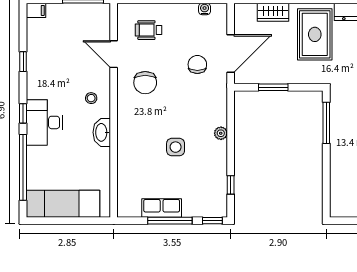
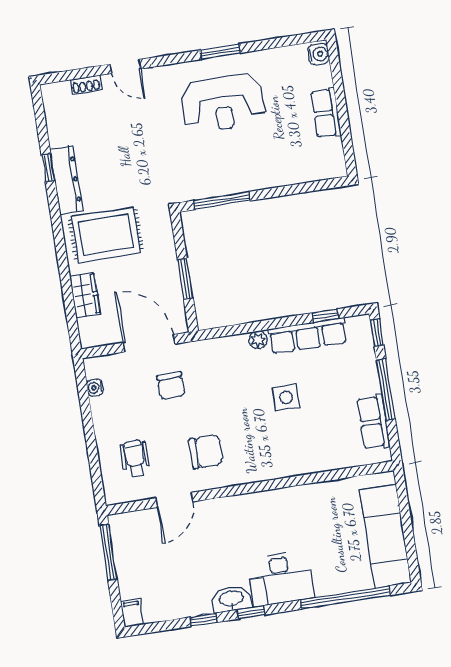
wheelchair: (149, 30) -> (135, 458), turned 180
chair: (197, 64) -> (171, 386), turned -91
stool: (91, 98) -> (238, 521), removed
window: (23, 113) -> (251, 612), moved
washbasin: (102, 132) -> (231, 599), moved, turned 180
row of seats: (218, 170) -> (308, 336), added
row of seats: (162, 208) -> (373, 422), moved

